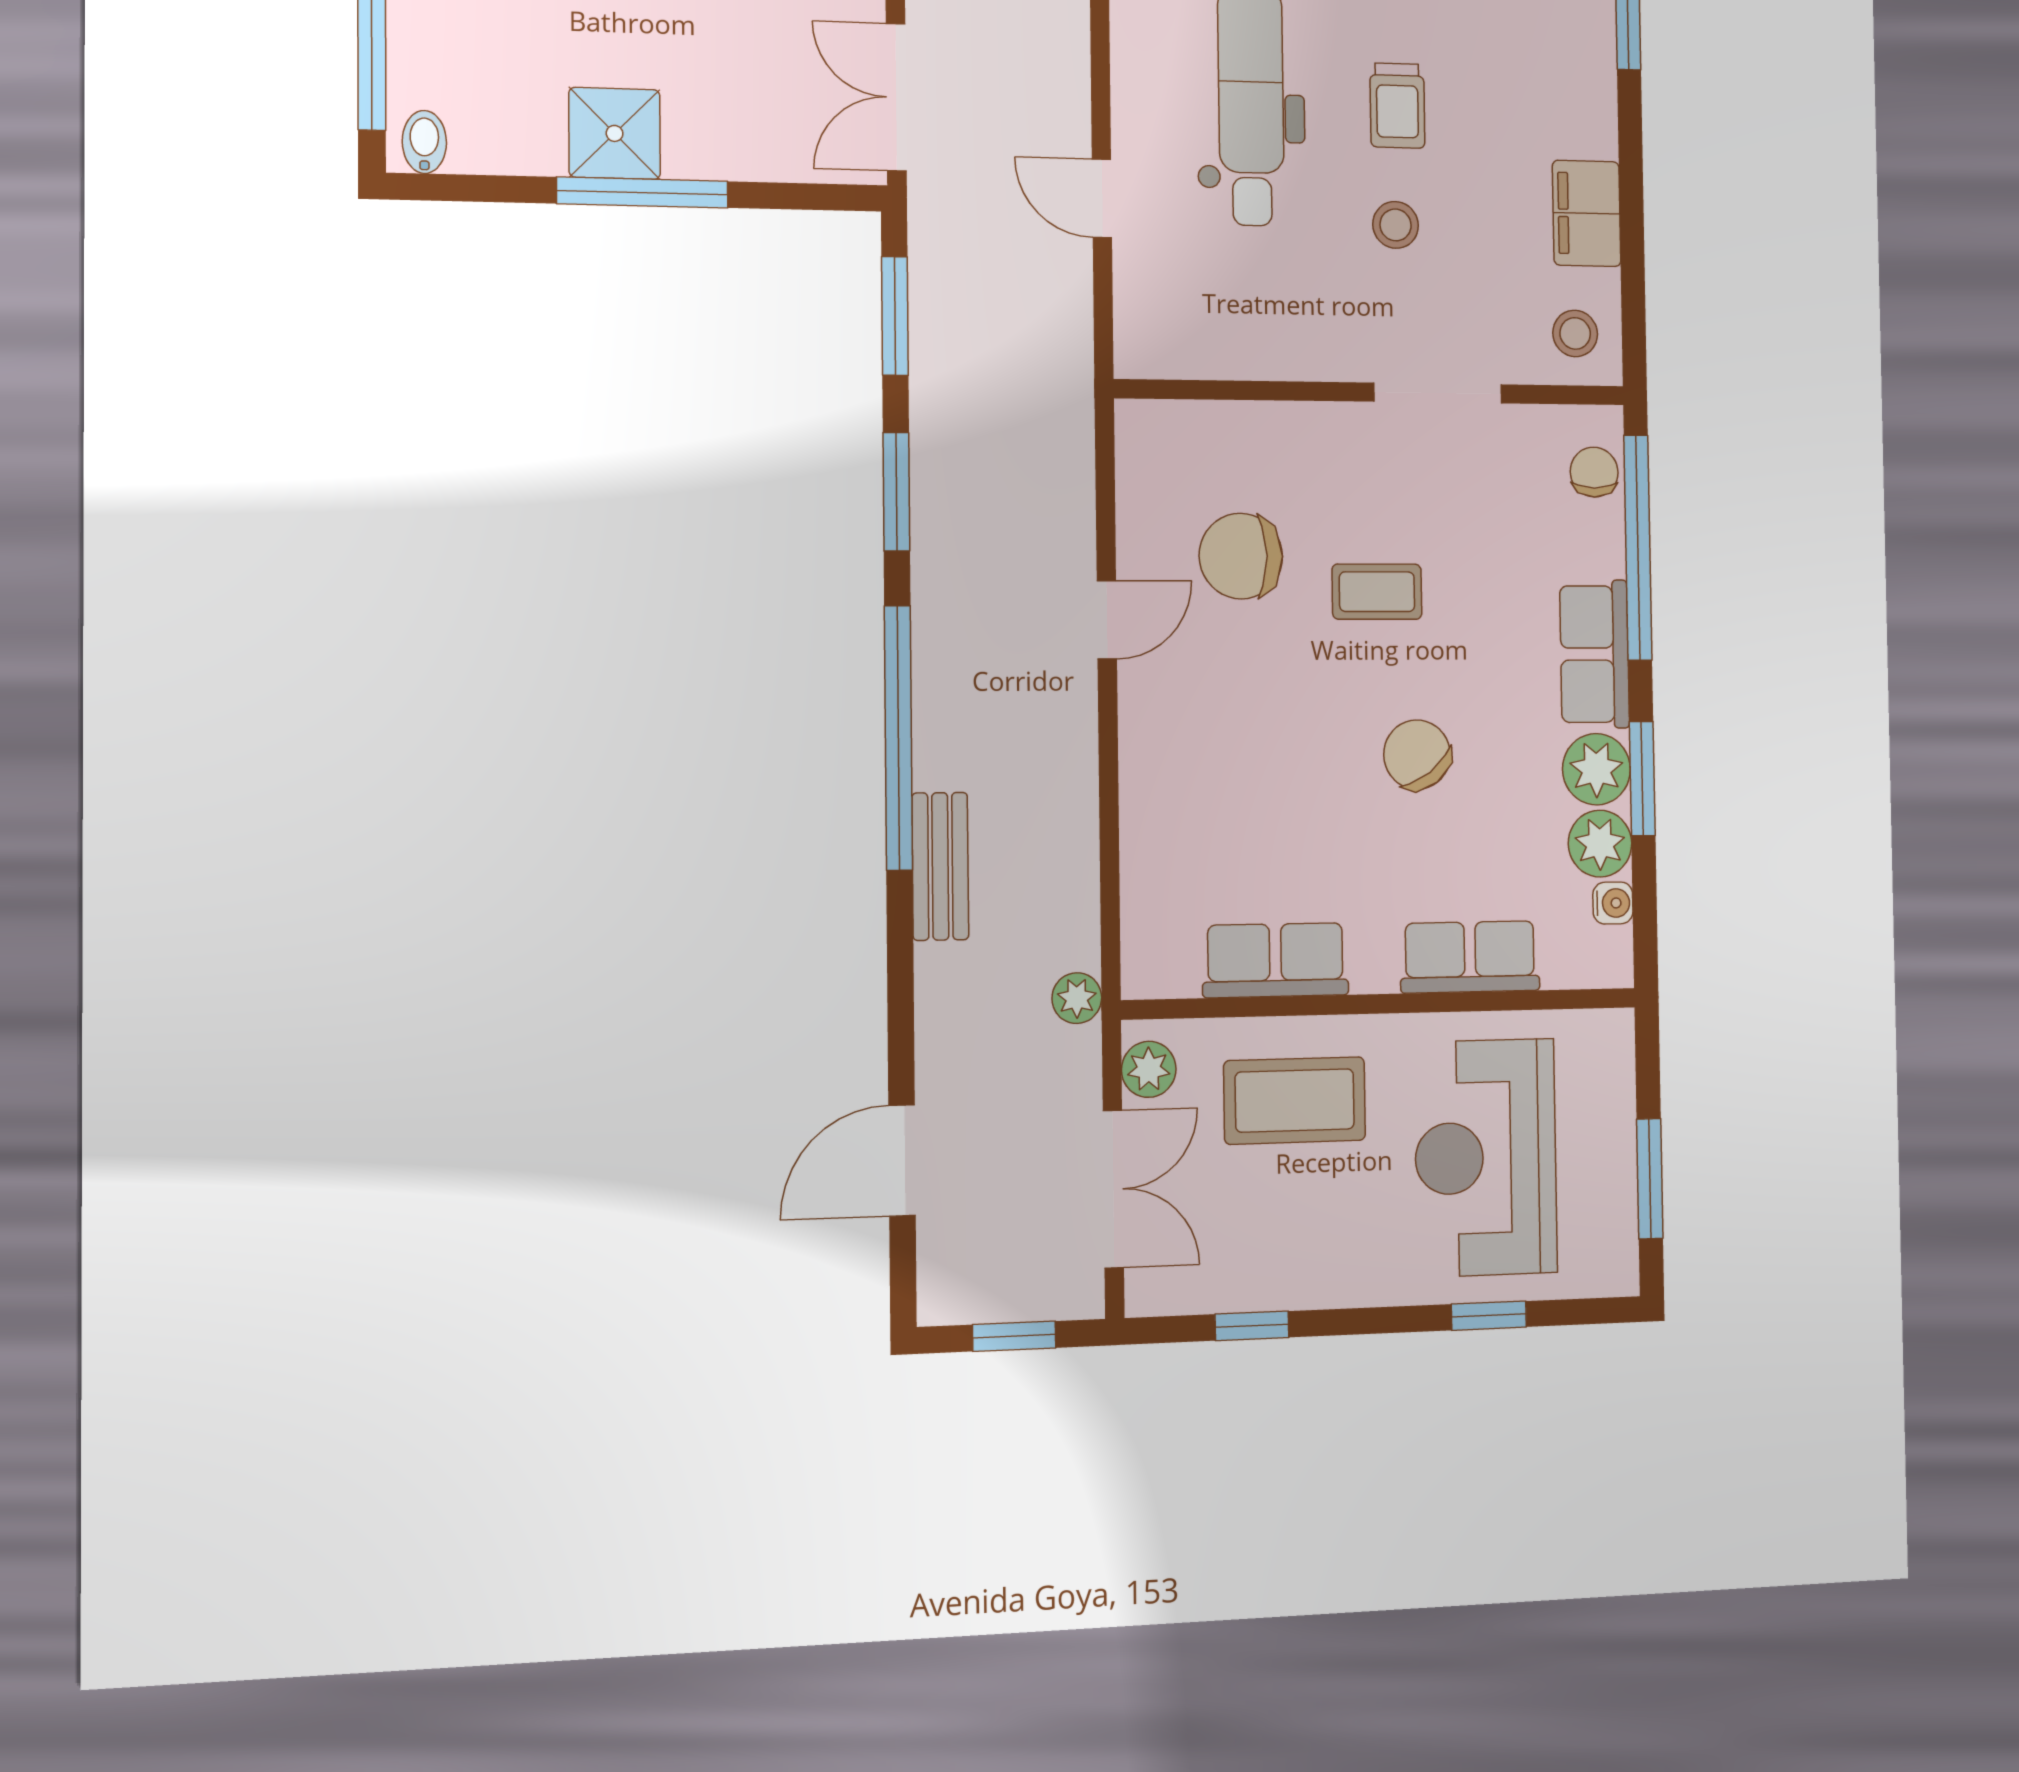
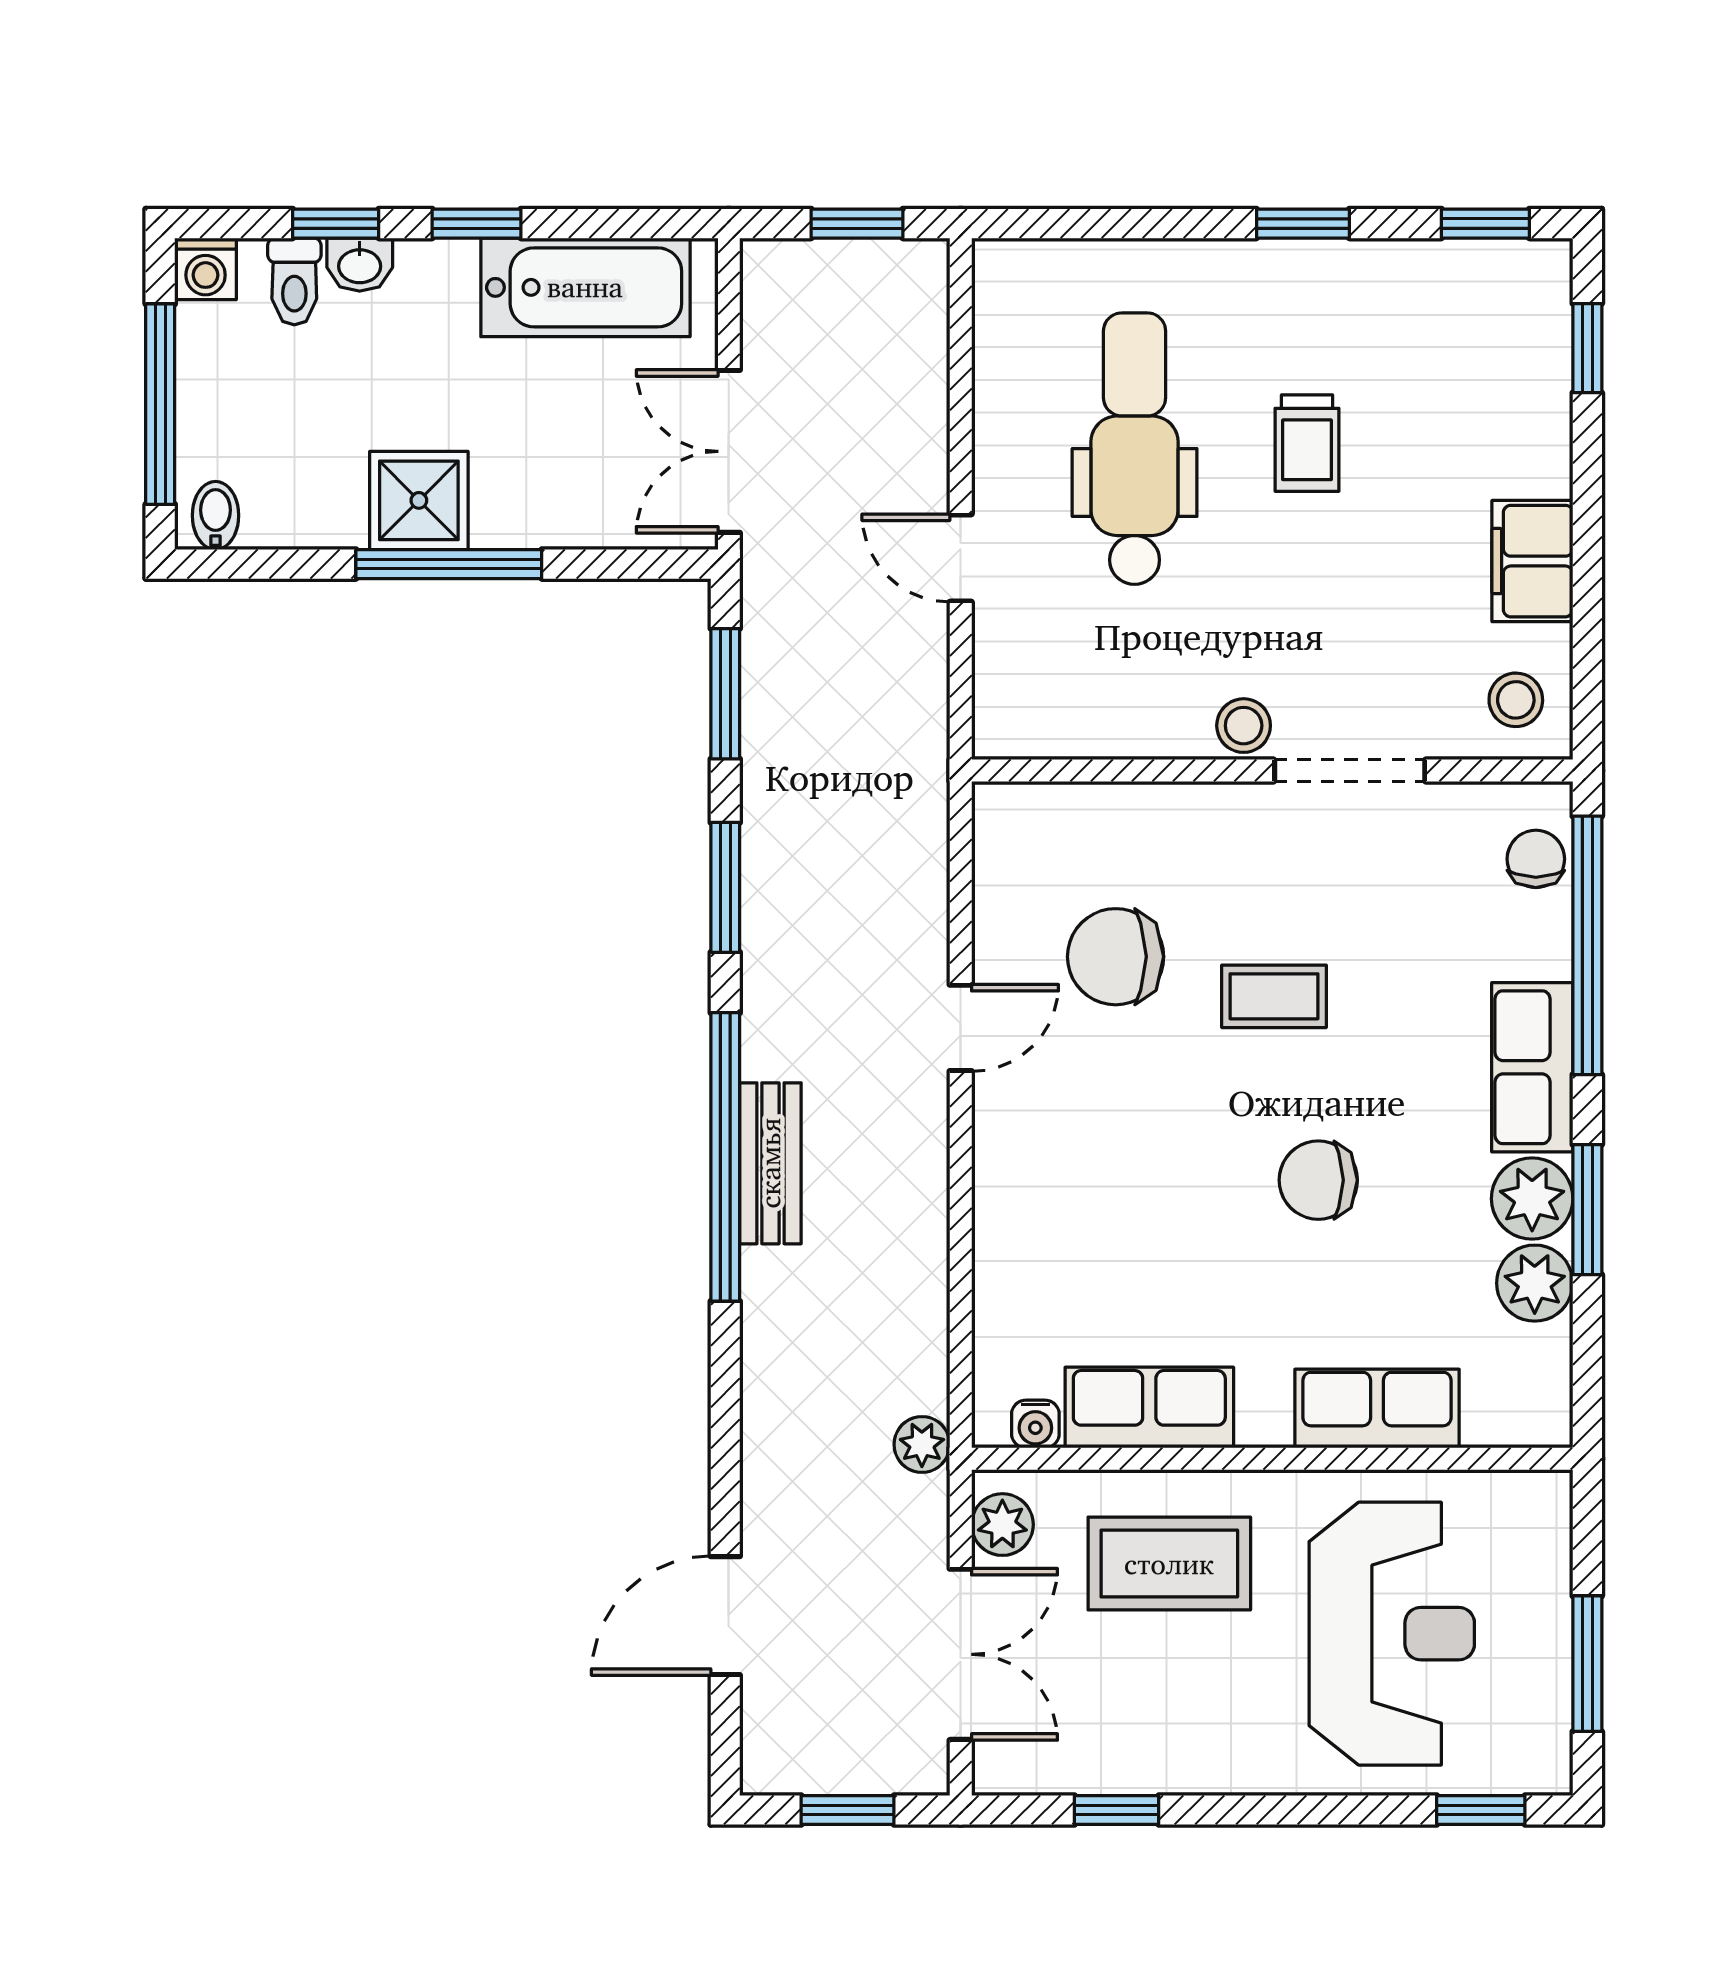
stool: (1396, 225) -> (1244, 726), moved
chair: (1417, 755) -> (1318, 1180), turned -53
bench: (940, 866) -> (770, 1163), moved
water cooler: (1613, 903) -> (1035, 1424), moved, turned 90
reception desk: (1486, 1157) -> (1392, 1634), turned 180
window: (1489, 1316) -> (1481, 1810), moved

